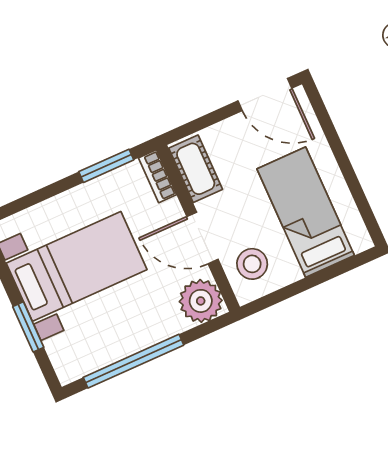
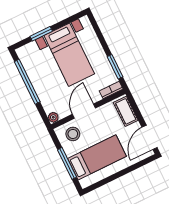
cot: (196, 169) -> (126, 111), moved, turned 90
window: (317, 279) -> (67, 163), added
plant: (201, 301) -> (53, 117), width x0.53, depth x0.53

